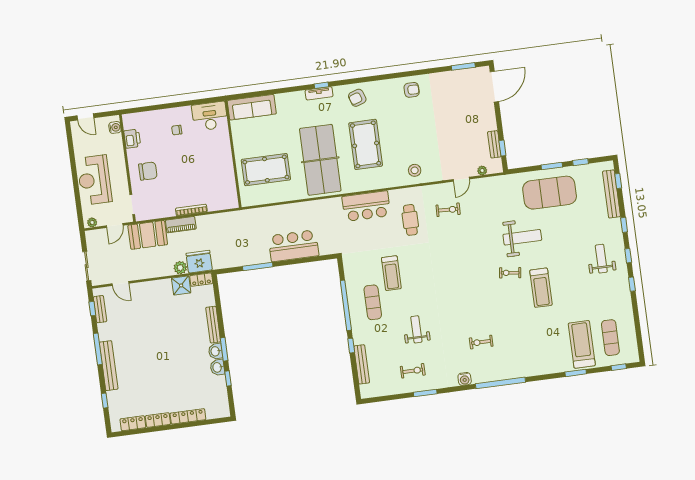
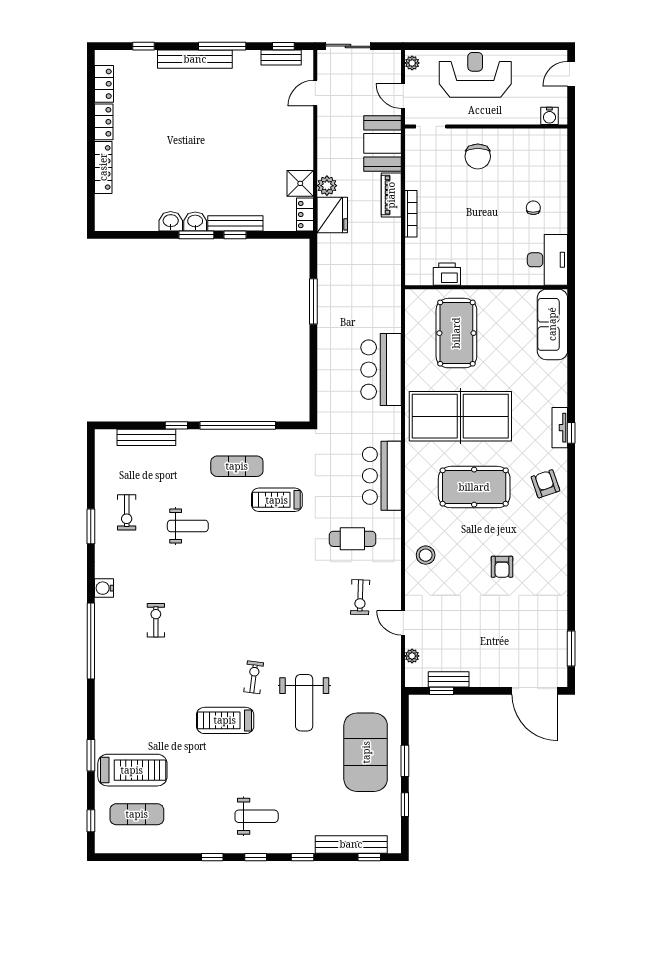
armchair: (412, 90) -> (502, 567), moved
printer: (132, 139) -> (447, 274), moved, turned 180
bar counter: (294, 246) -> (381, 370), moved, turned 180
window: (228, 378) -> (235, 235), moved

